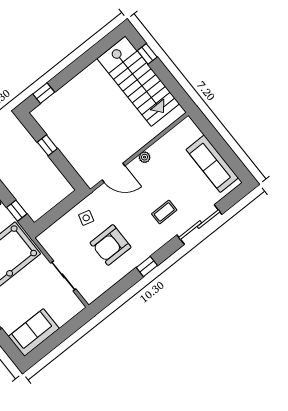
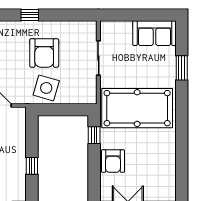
side table: (86, 218) -> (46, 88), width x1.87, depth x1.87
armchair: (111, 245) -> (44, 53), turned 90

